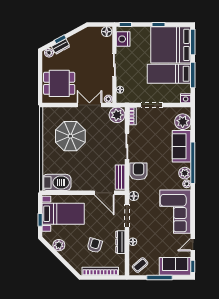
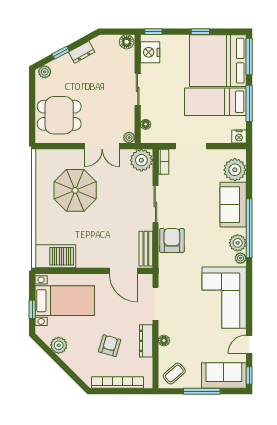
dresser: (61, 47) -> (82, 52), moved
double door: (89, 105) -> (102, 146), swing flipped
floor lamp: (134, 196) -> (165, 275), removed

